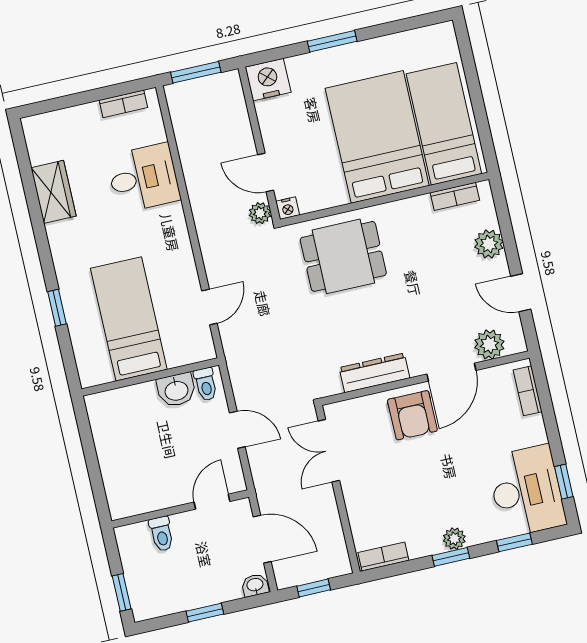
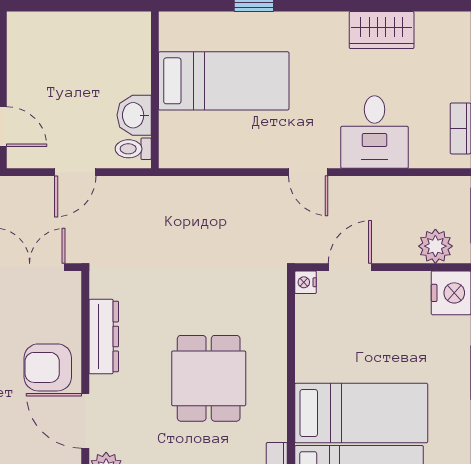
bed: (377, 137) -> (361, 413), width x0.67
plant: (260, 213) -> (435, 246), moved, width x1.38, depth x1.38
dining table: (343, 256) -> (209, 378), moved
door: (209, 307) -> (308, 172), moved

